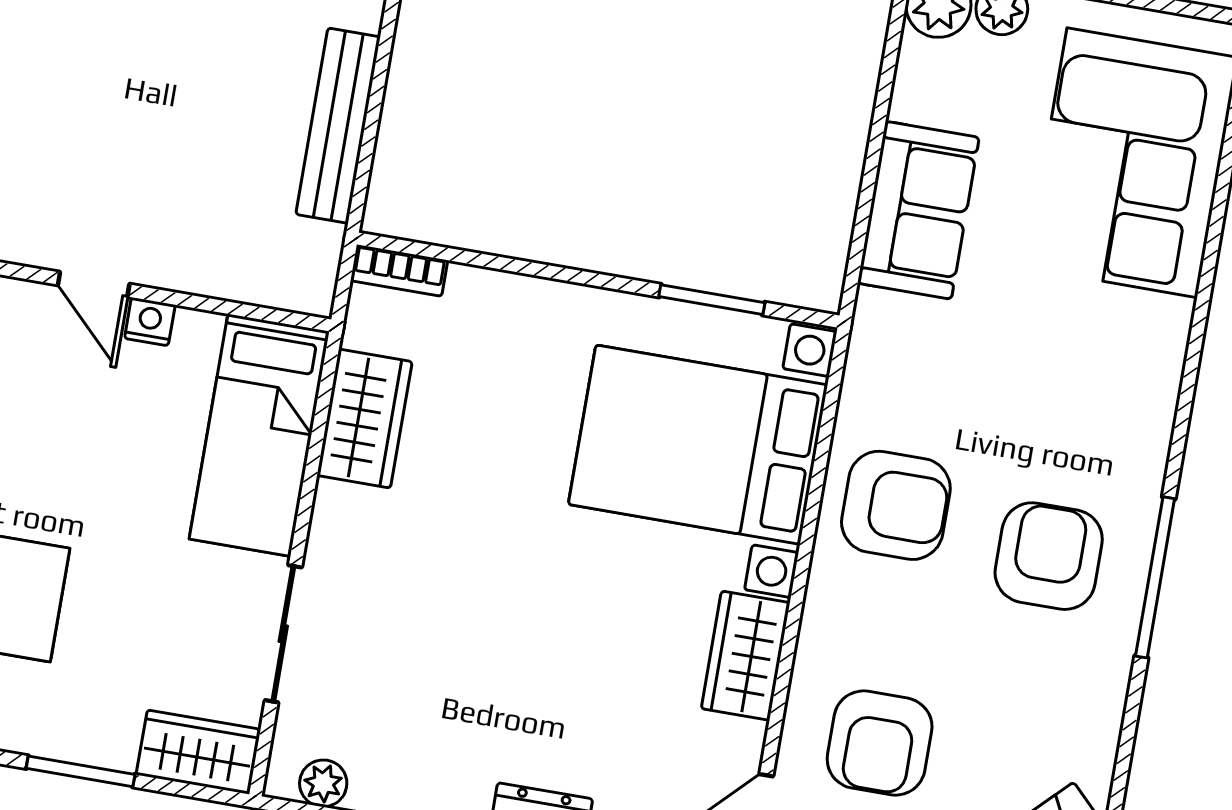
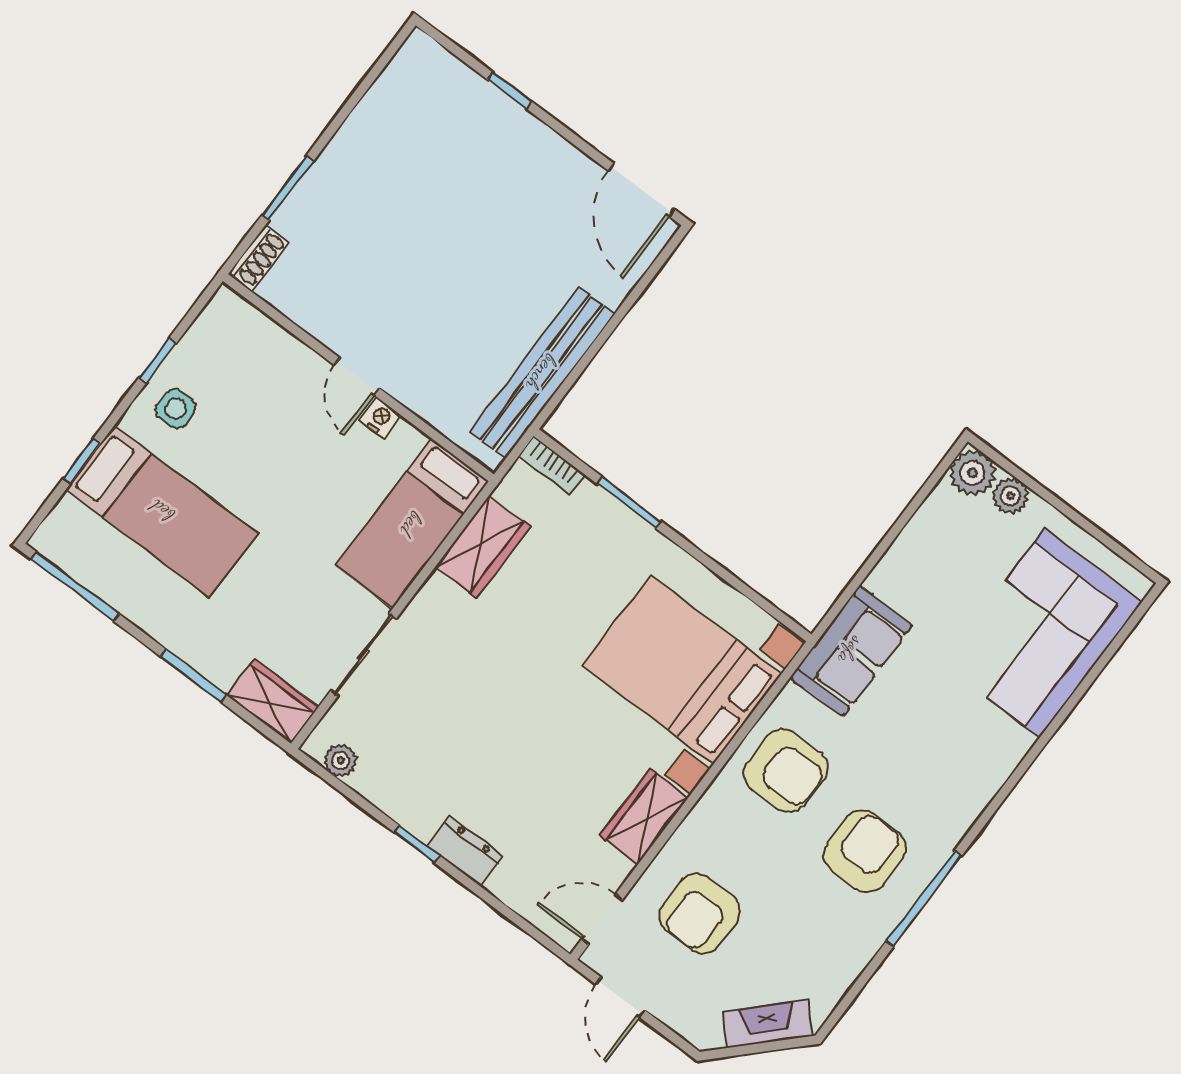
bench: (338, 126) -> (542, 373), width x1.37, depth x1.21
sofa: (918, 210) -> (851, 651), moved
window: (712, 300) -> (629, 502), moved

